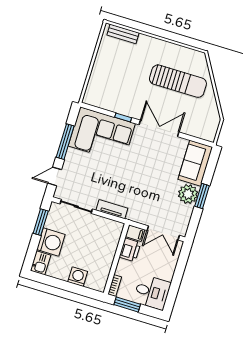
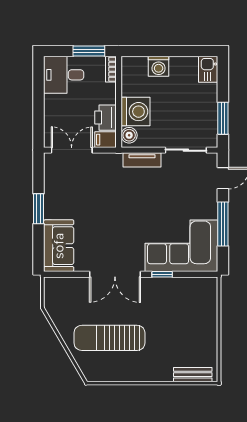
plant: (188, 194) -> (56, 206), removed
boiler: (116, 231) -> (129, 135), added
washing machine: (51, 242) -> (136, 112), moved, turned 180

